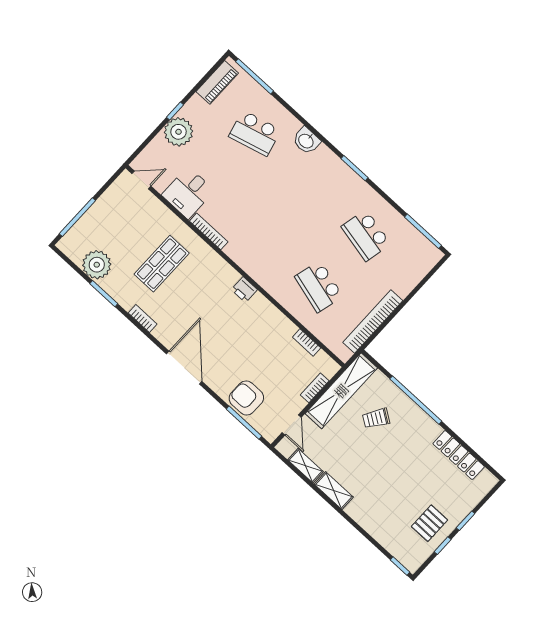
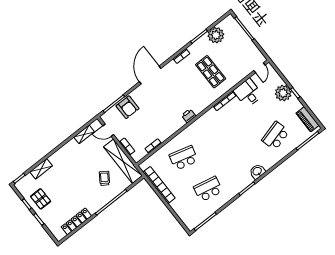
washbasin: (306, 141) -> (257, 171), moved
door: (184, 368) -> (150, 75), swing flipped
armchair: (246, 398) -> (127, 107), turned 90
shelving: (334, 491) -> (41, 169), moved

